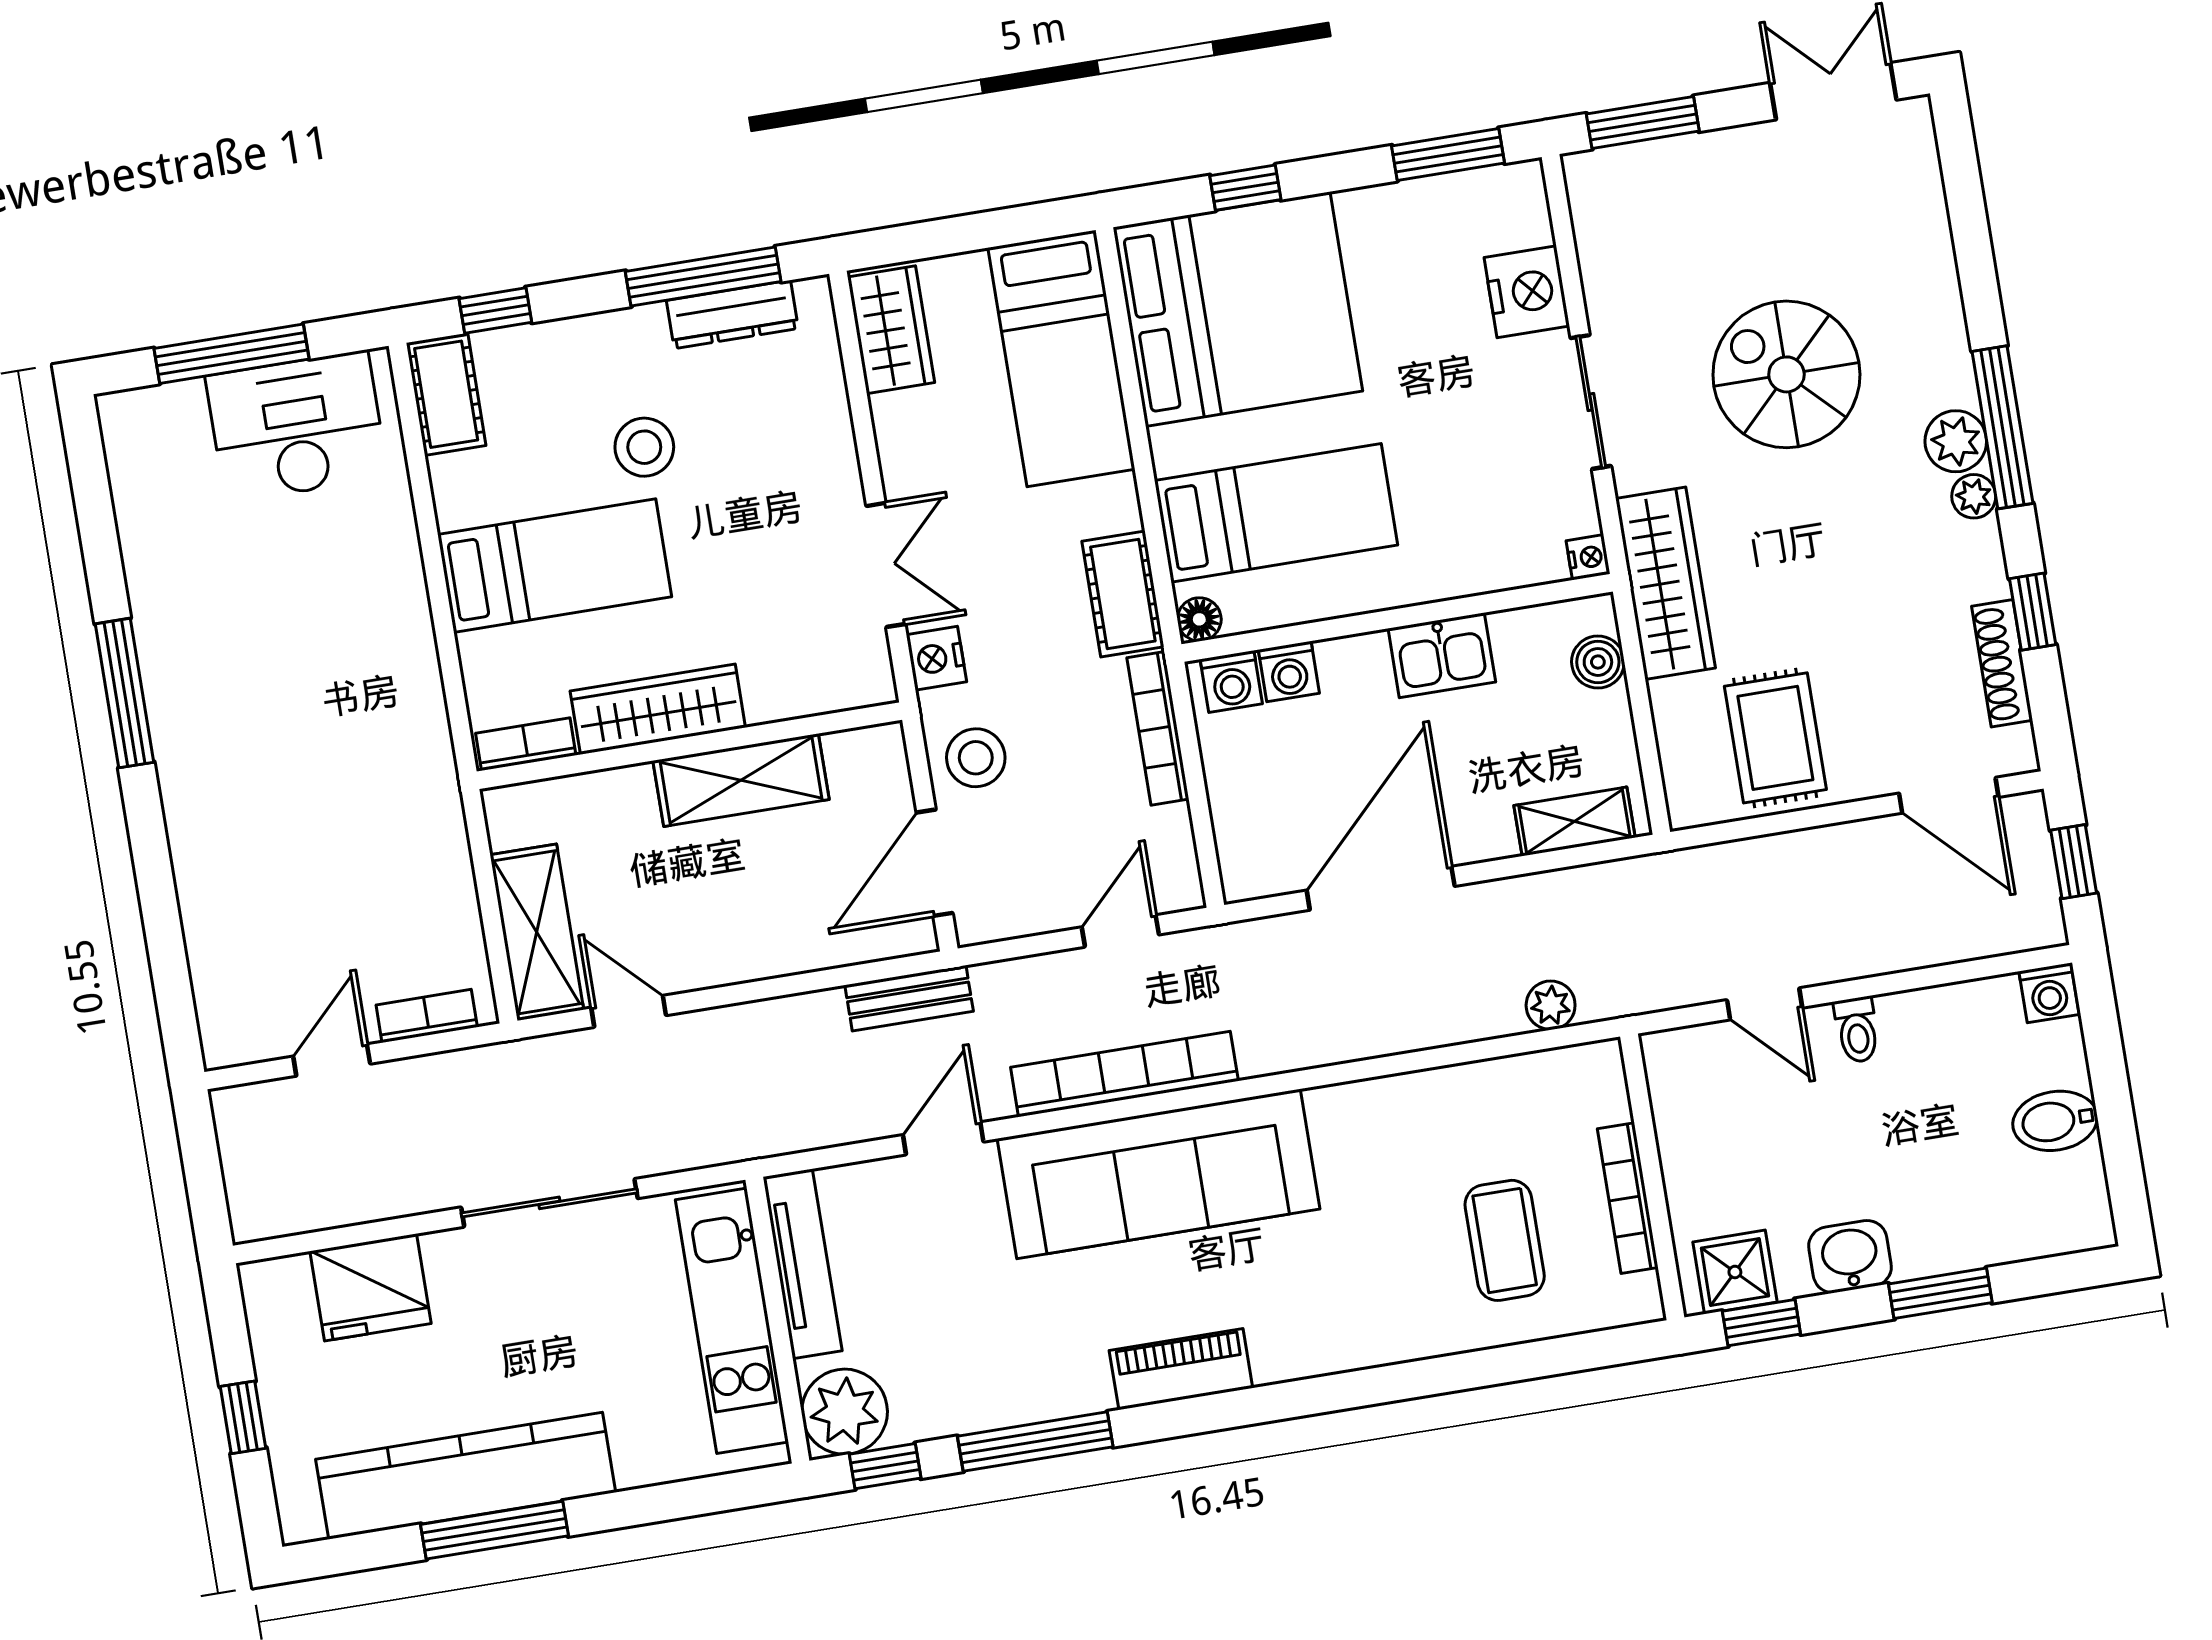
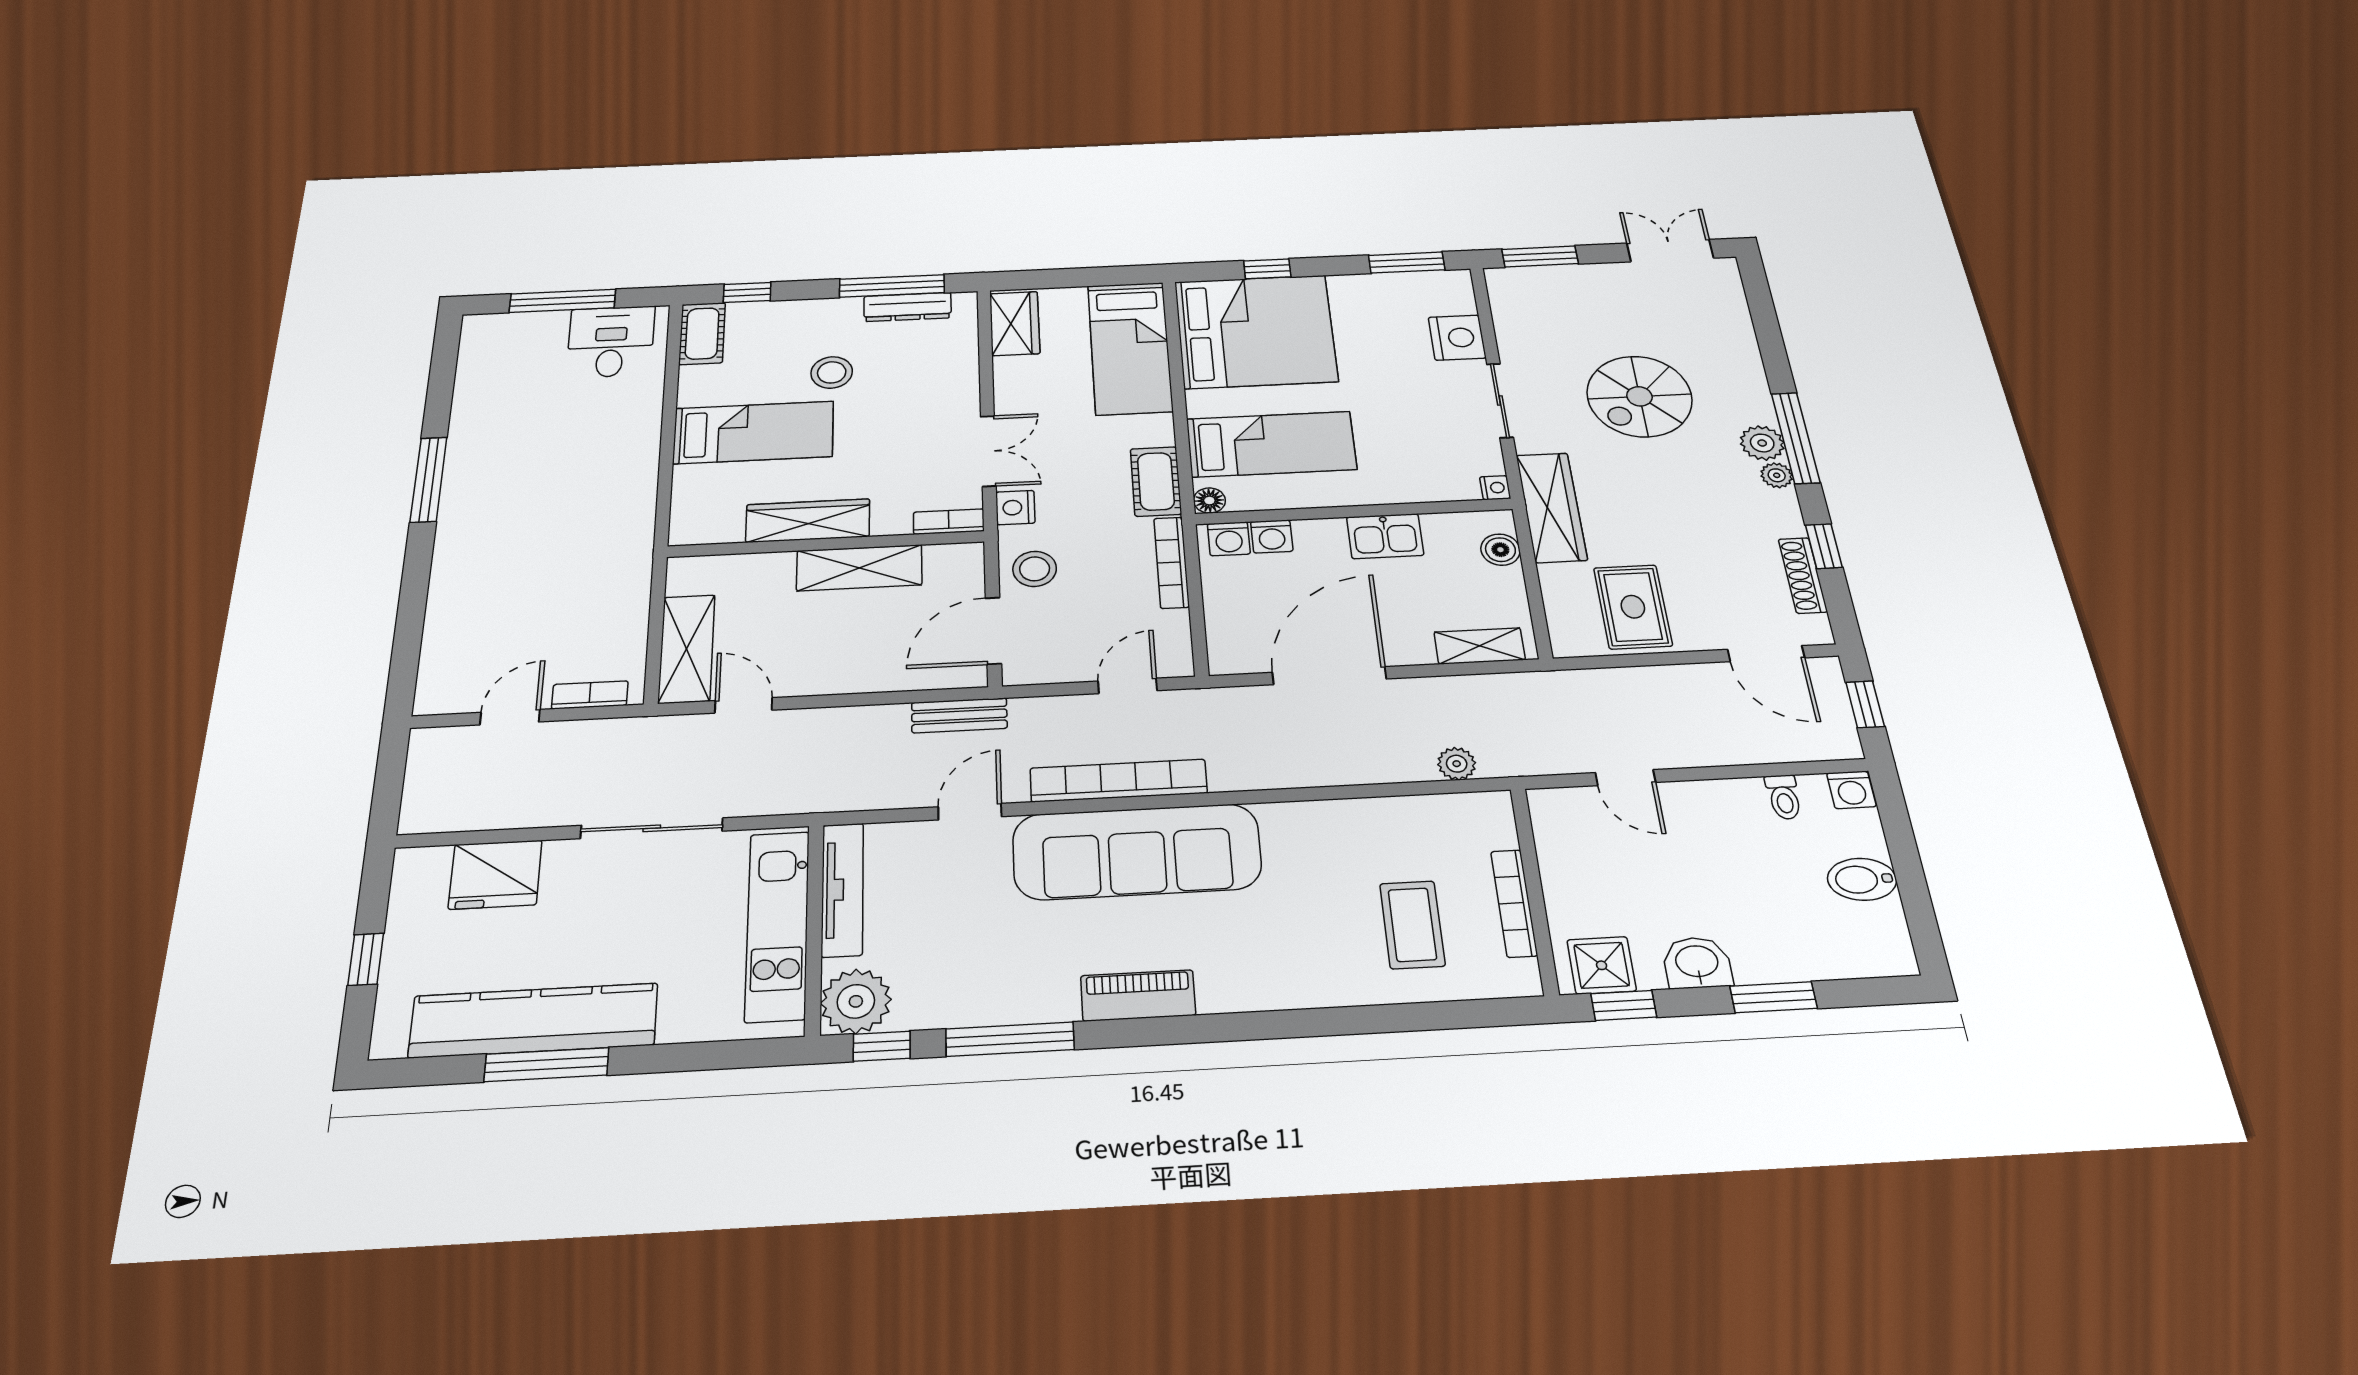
spiral stairs: (1786, 374) -> (1639, 396), turned -90
desk: (297, 427) -> (611, 342), width x0.73
bookcase: (526, 744) -> (949, 522), moved
toilet: (1857, 1030) -> (1784, 797), moved

